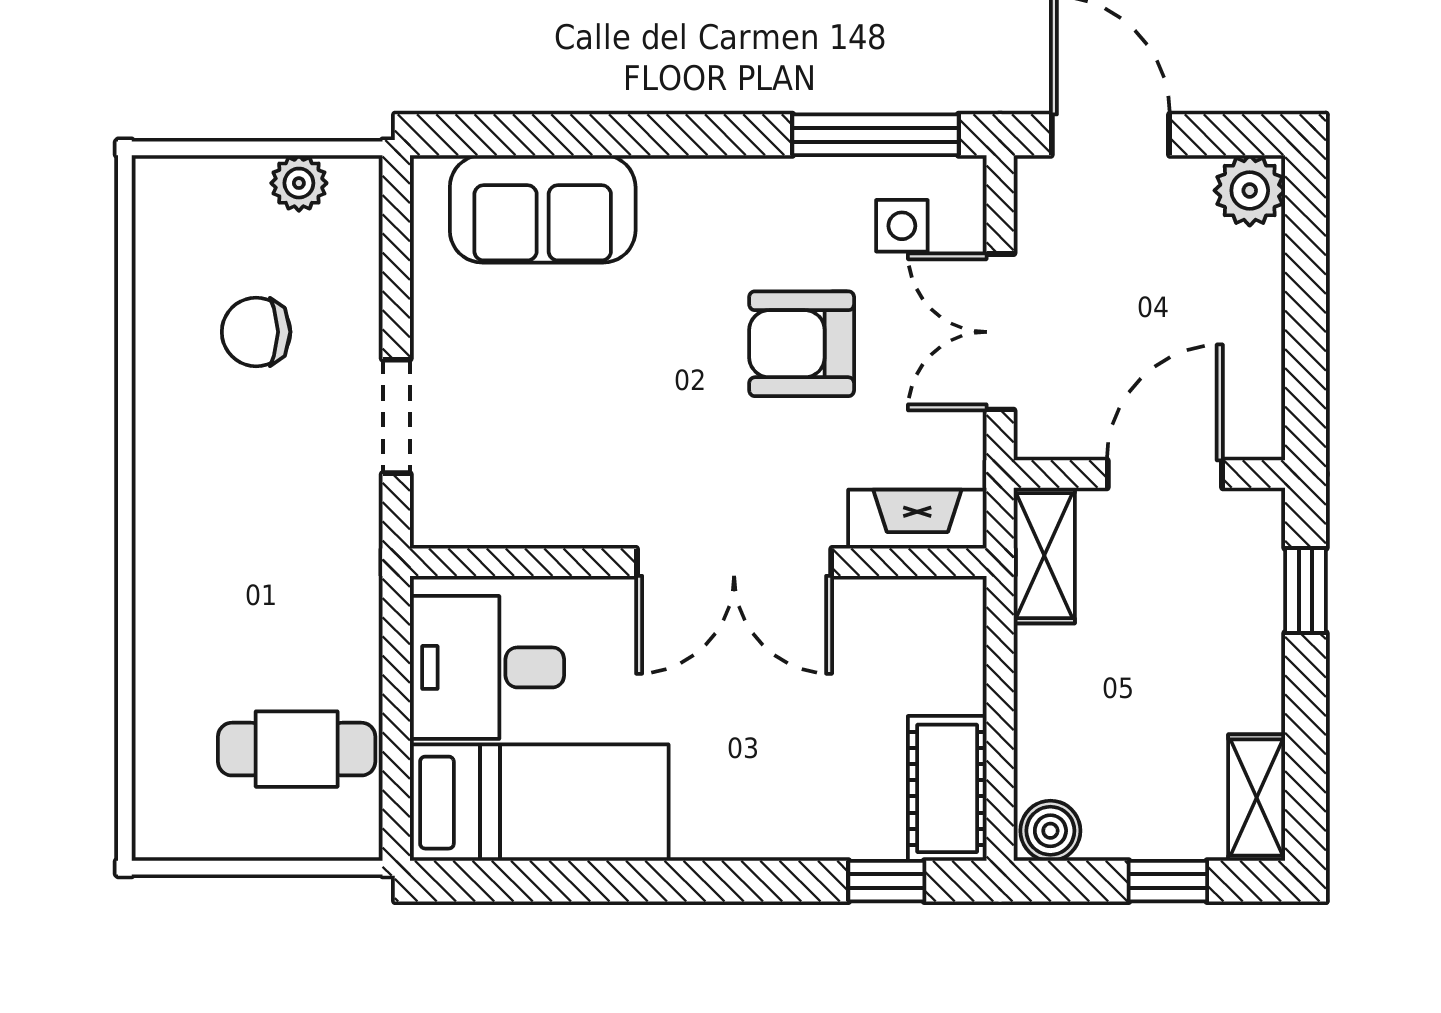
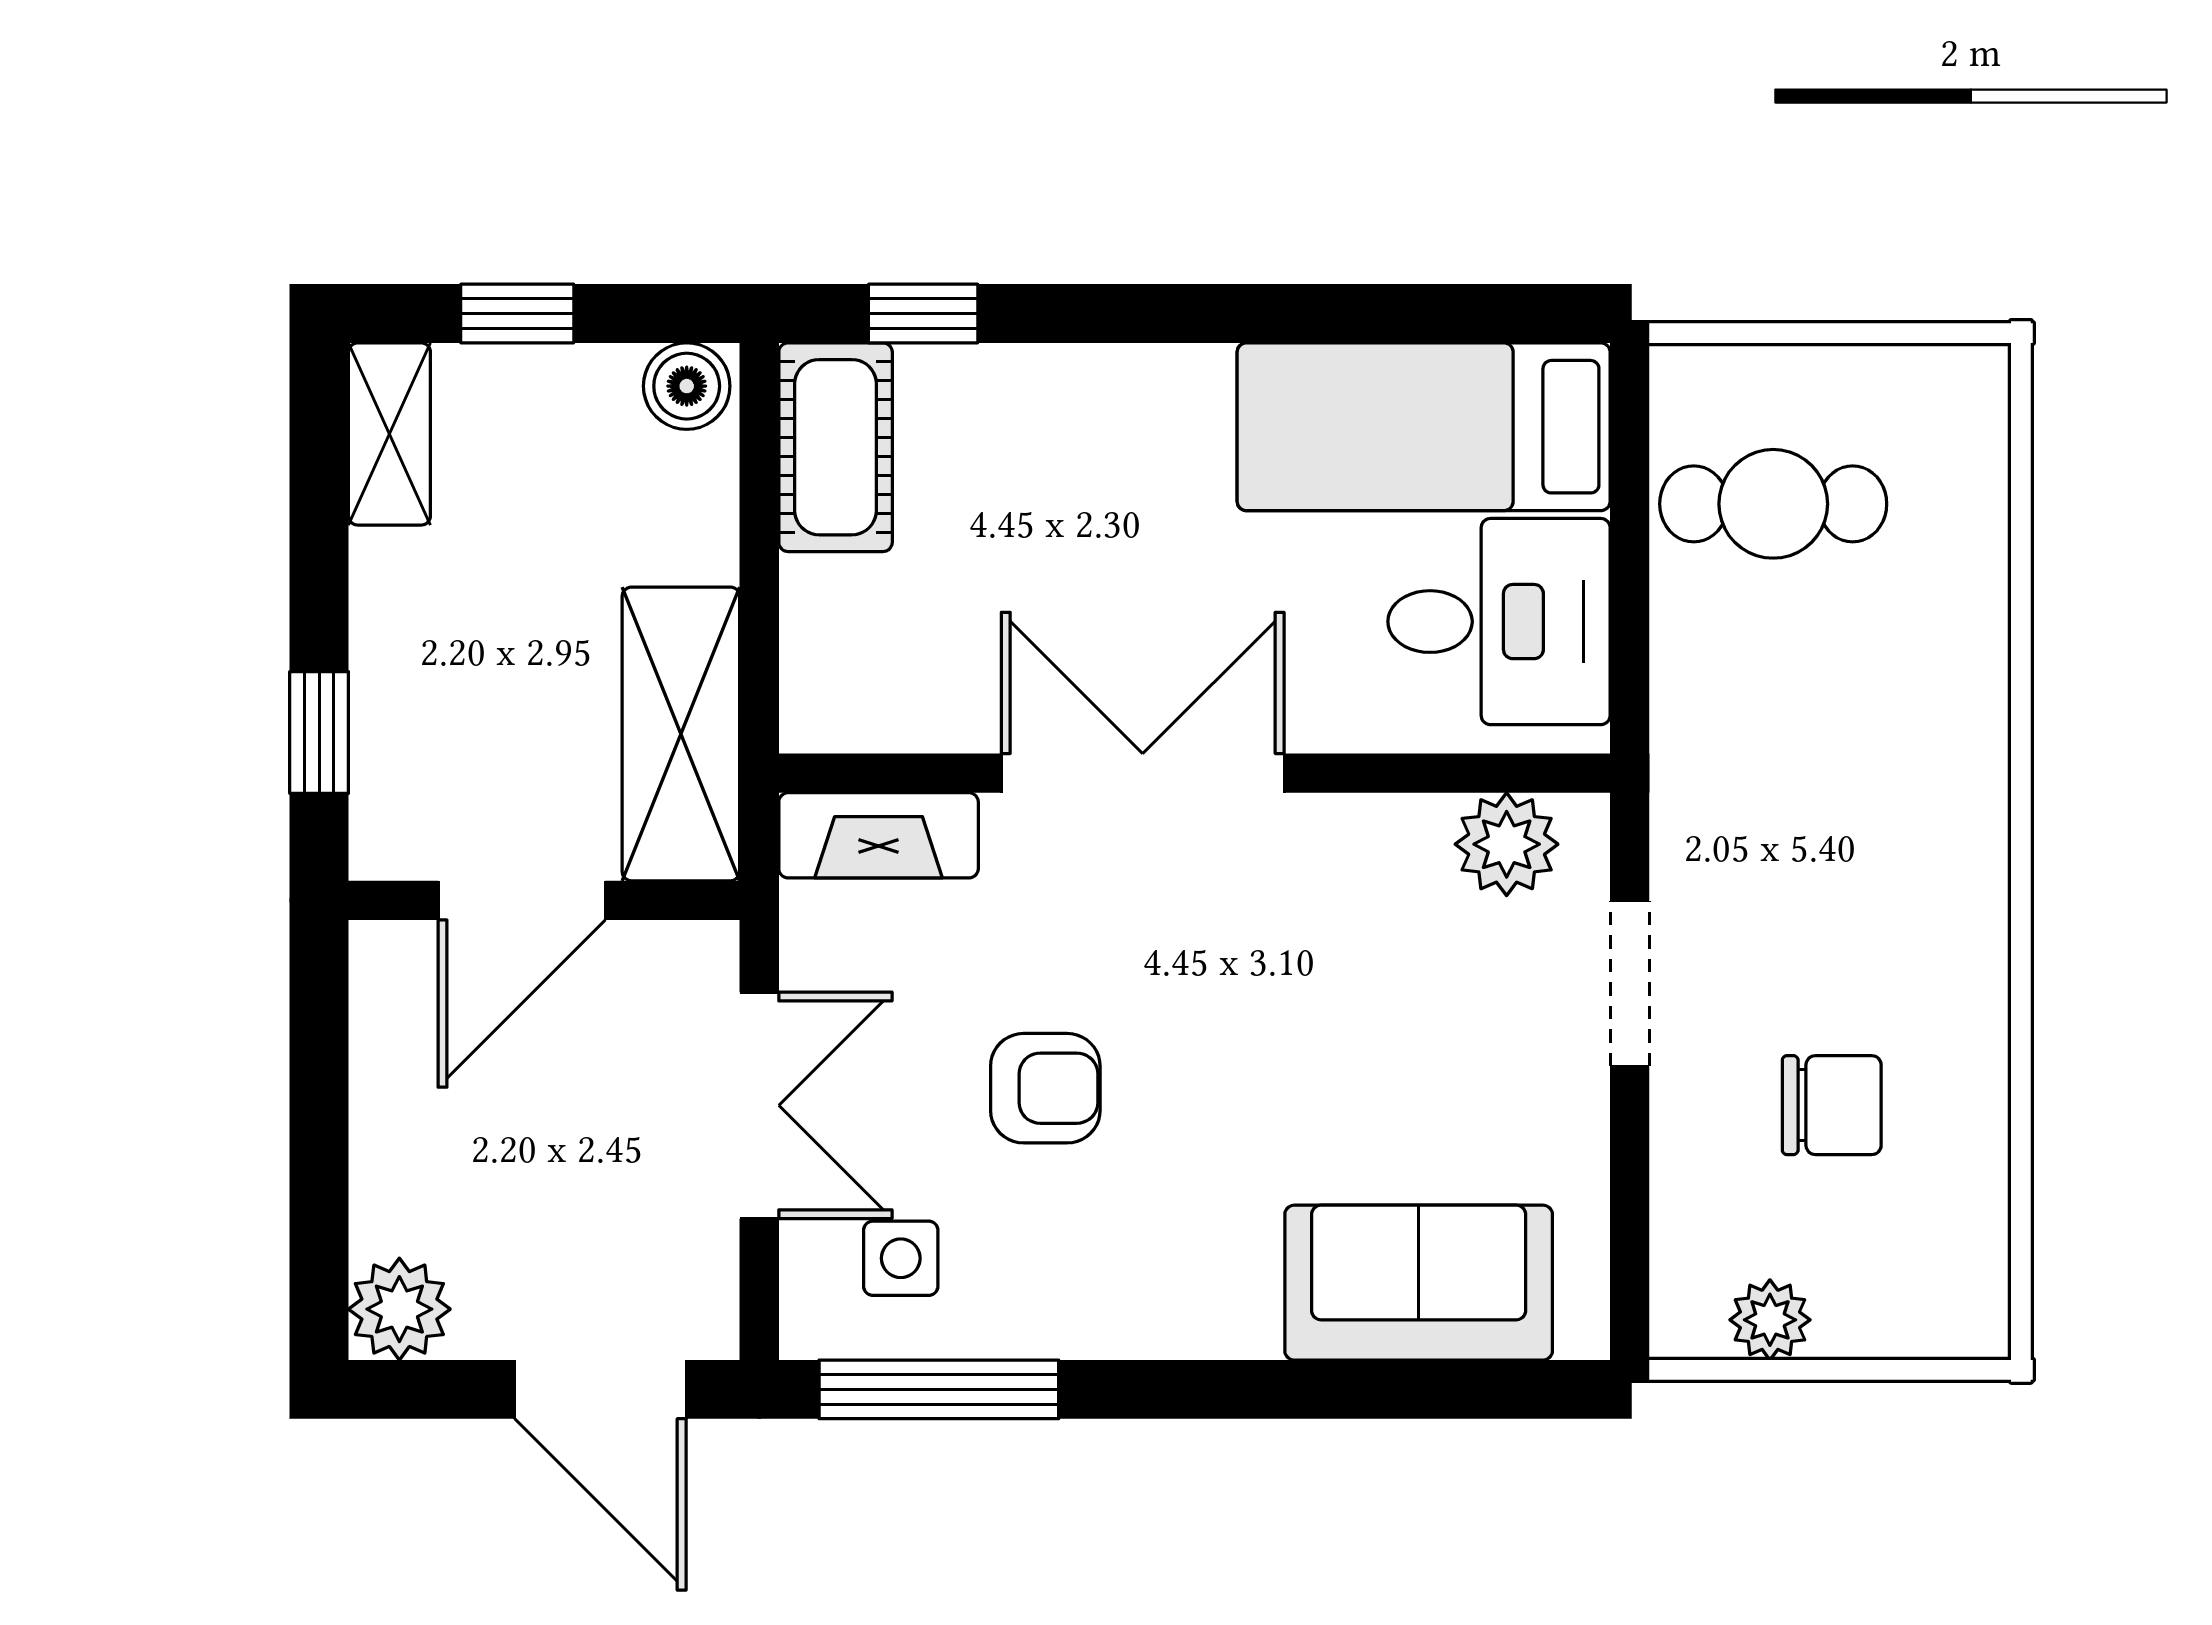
armchair: (802, 344) -> (1045, 1088), width x0.72, depth x0.72
plant: (482, 513) -> (1507, 844), added
shelving: (1044, 556) -> (681, 734), width x1.50, depth x1.33

